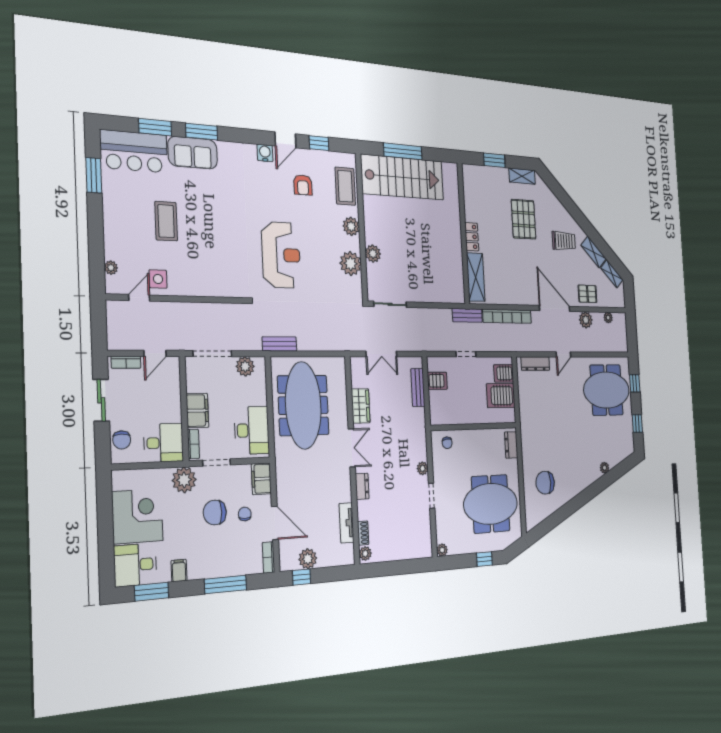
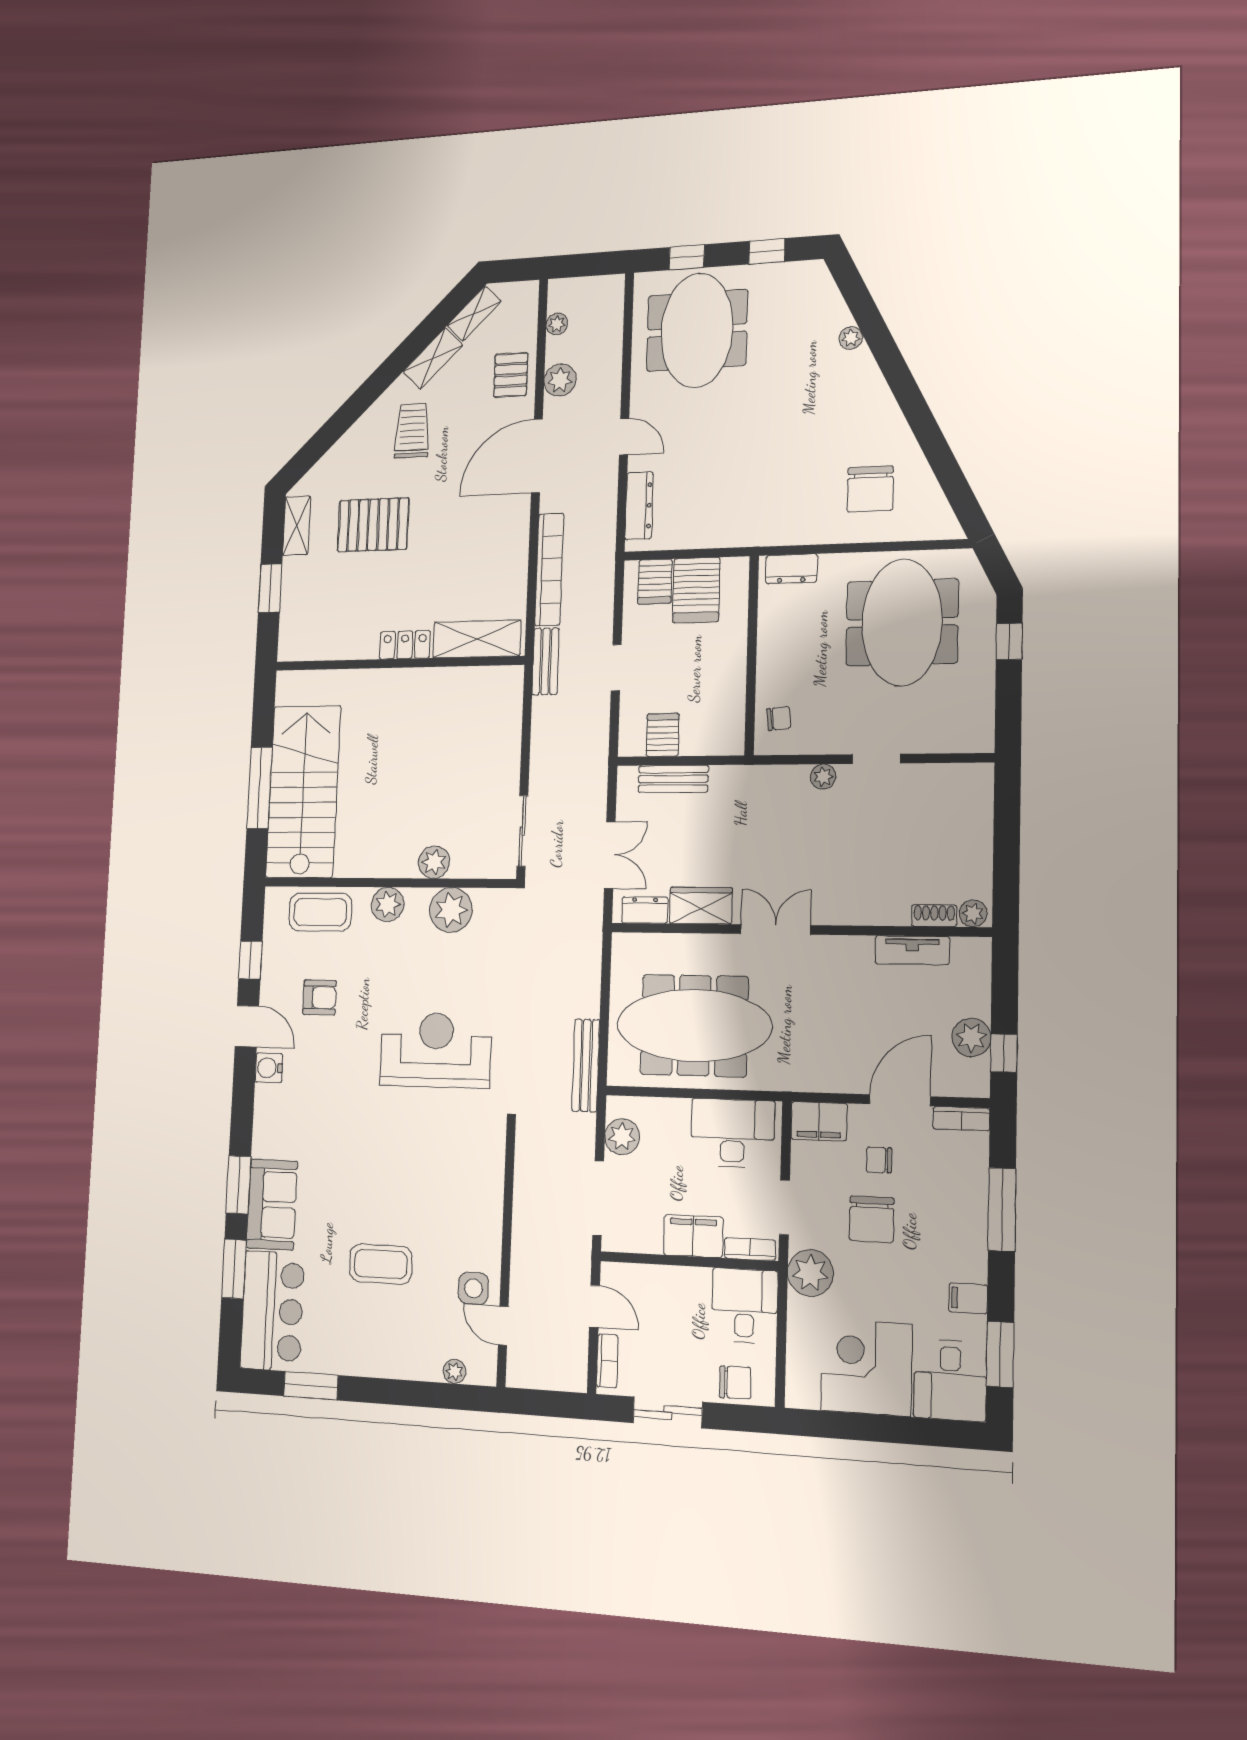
bench: (279, 344) -> (586, 1065), width x1.36
dresser: (362, 486) -> (645, 910), moved
plant: (442, 550) -> (982, 740), removed

